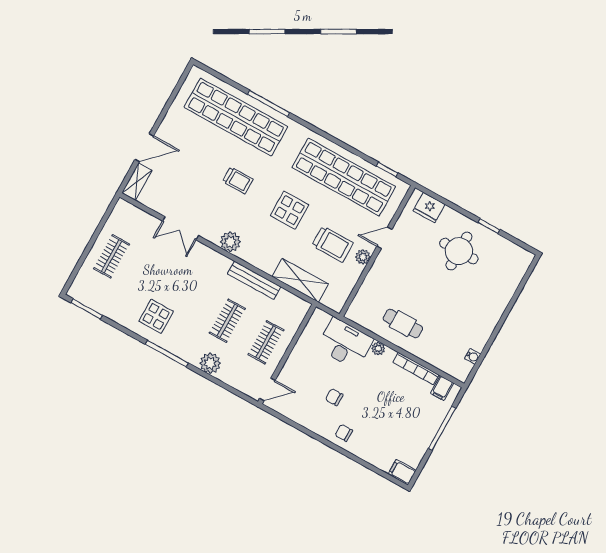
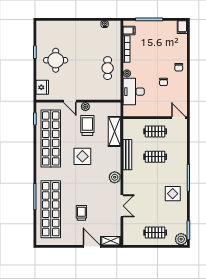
trolley: (238, 180) -> (81, 213), moved
plant: (210, 363) -> (181, 239), moved

